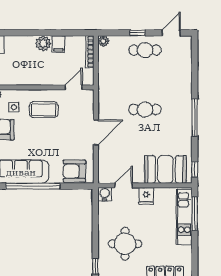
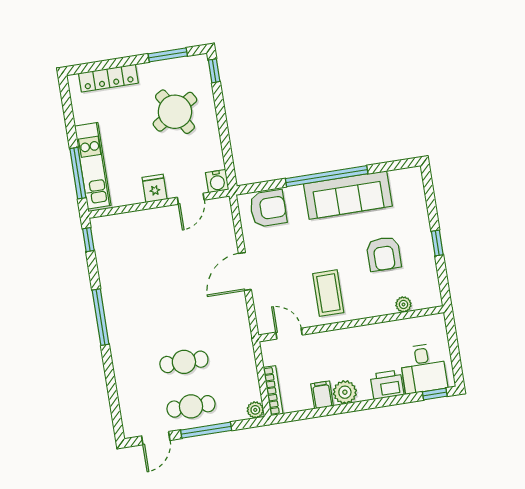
window: (138, 33) -> (206, 430), width x2.17
printer: (15, 44) -> (387, 385), added
door: (74, 87) -> (289, 334), swing flipped
side table: (14, 107) -> (374, 290), removed
coffee table: (44, 110) -> (328, 293), turned 90
cafe table: (145, 110) -> (184, 362), moved
booth: (165, 169) -> (132, 232), removed
round table: (125, 244) -> (175, 112), turned -31

